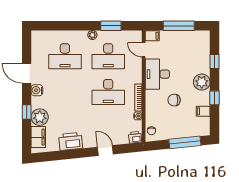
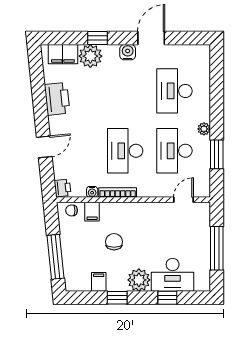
filing cabinet: (152, 36) -> (92, 212), moved
desk: (157, 74) -> (173, 275), moved, turned 180

